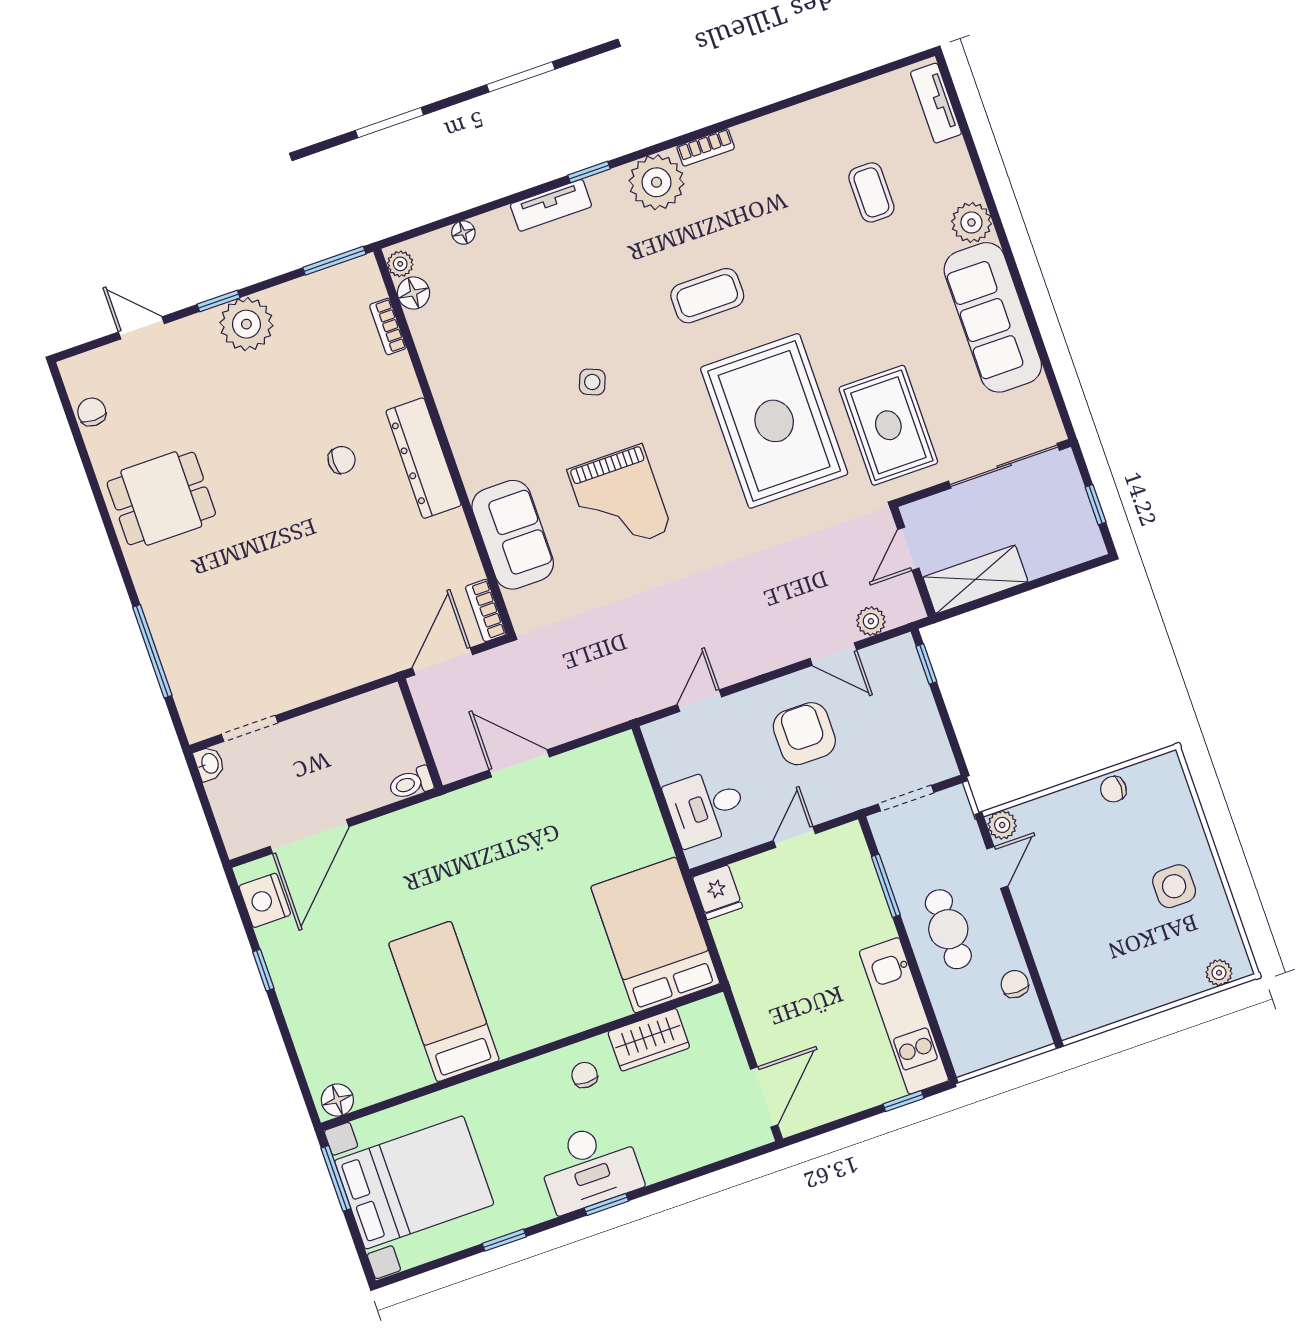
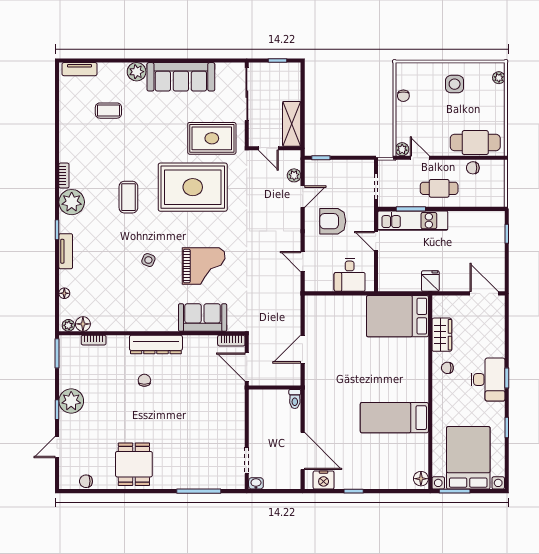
fridge: (718, 892) -> (430, 281), moved, turned -90
cafe table: (1069, 971) -> (475, 143), added
kitchen unit: (904, 1016) -> (413, 221), moved

